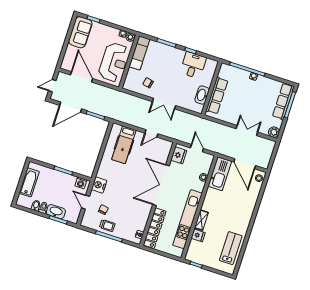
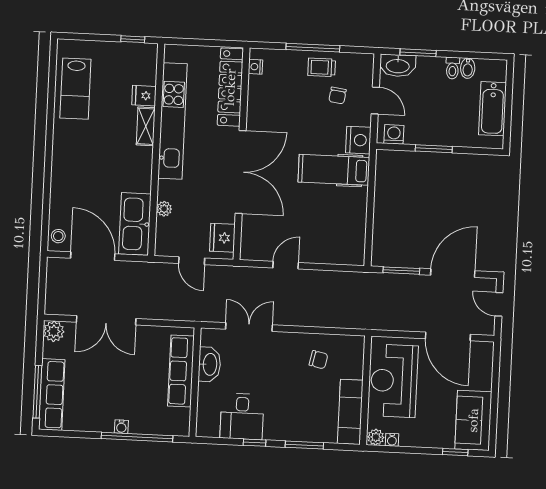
door: (52, 86) -> (499, 304), swing flipped
double door: (164, 104) -> (249, 327), moved
double door: (247, 130) -> (106, 320), width x1.37
hospital bed: (124, 145) -> (334, 170), moved, turned -90
washbasin: (56, 212) -> (398, 66), moved

